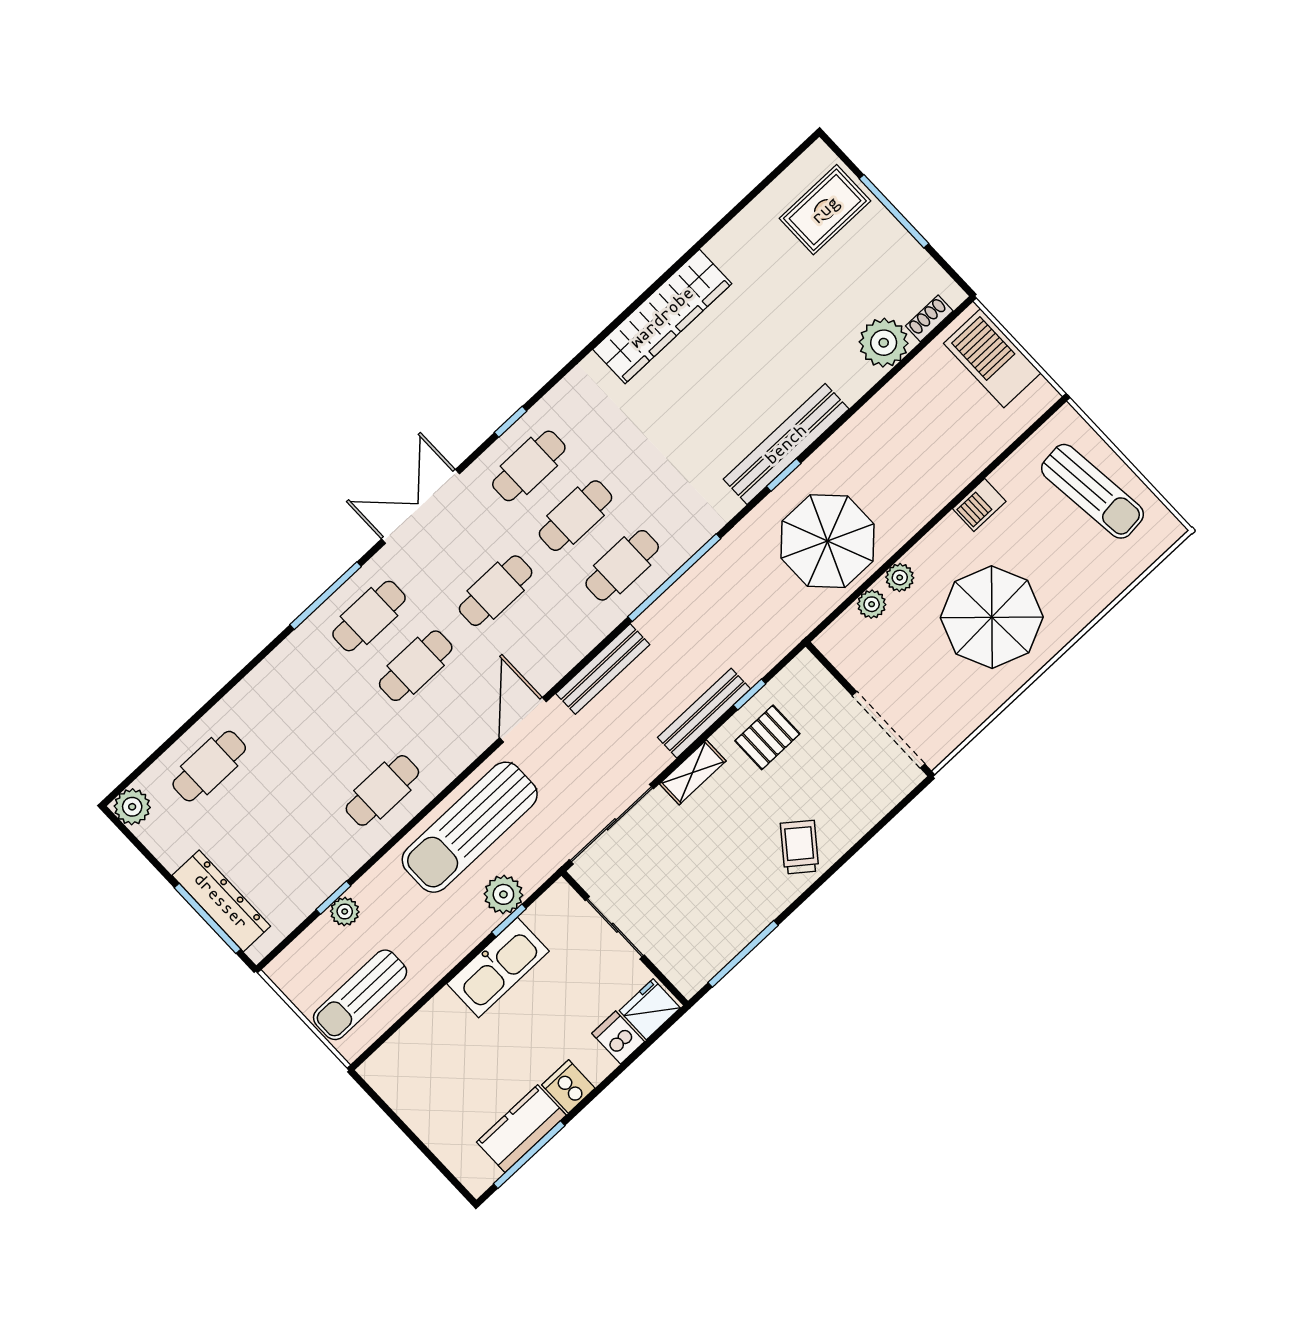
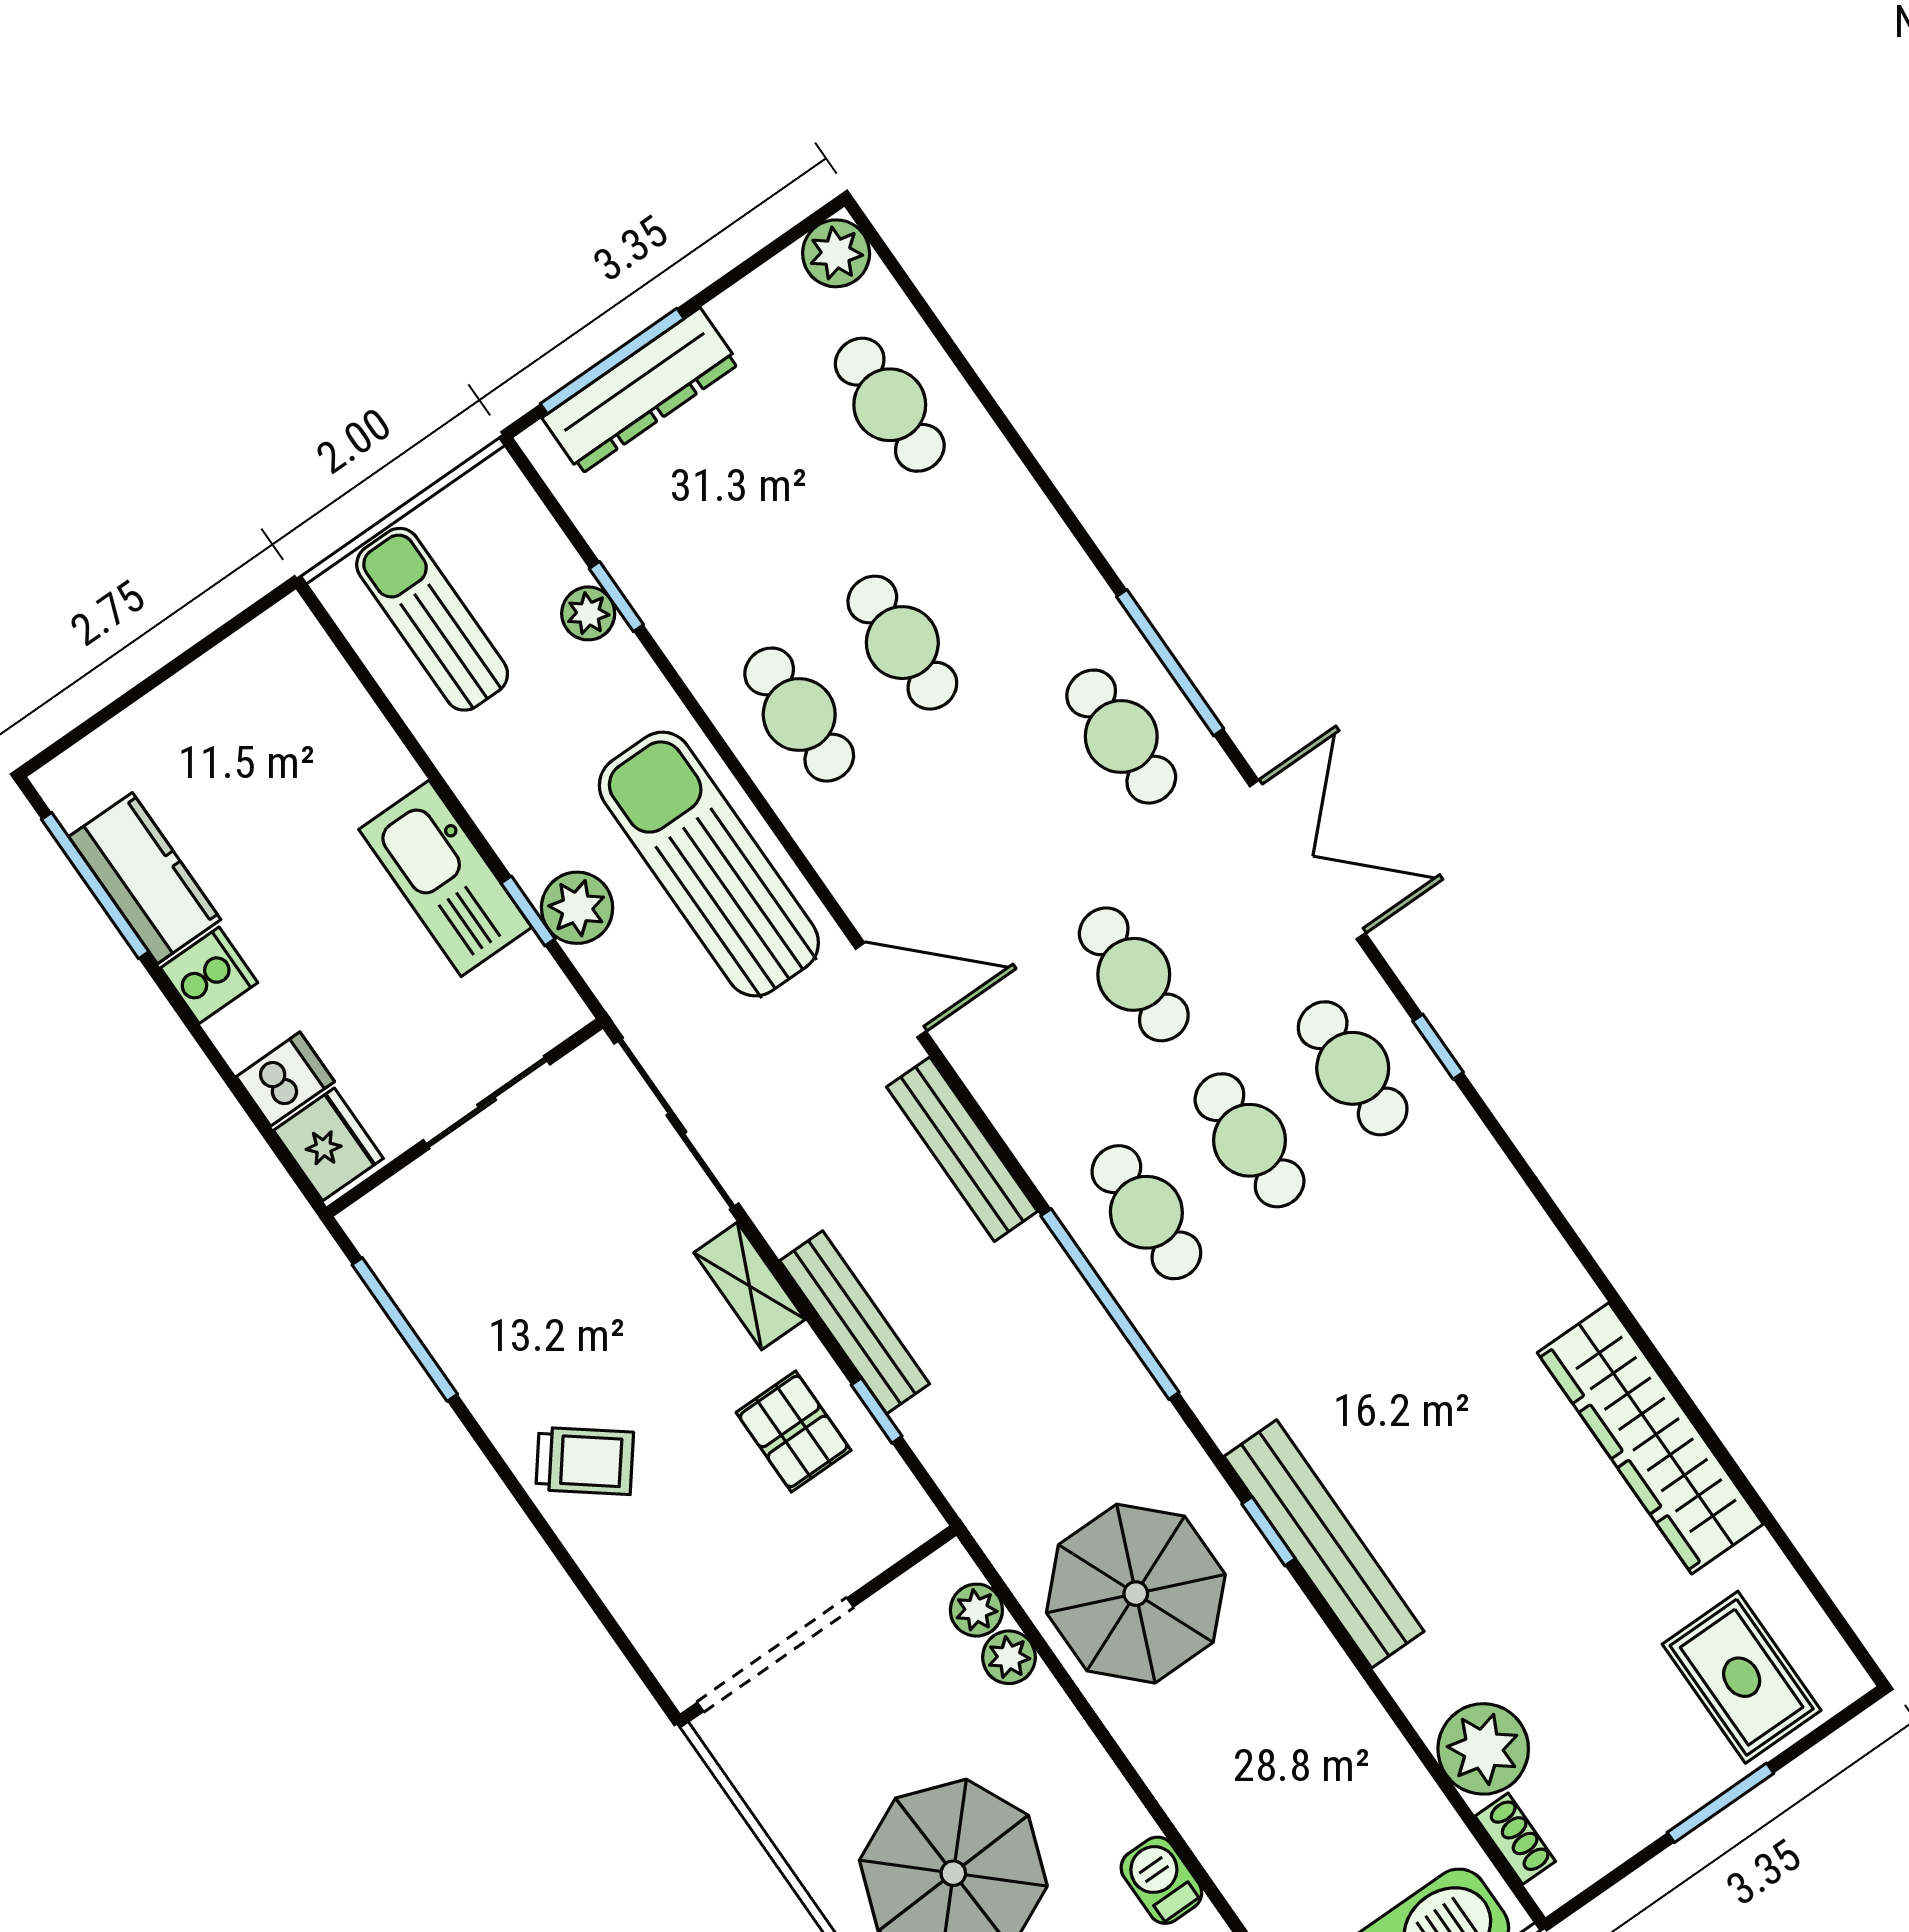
window: (894, 211) -> (1720, 1803), width x0.69
wardrobe: (662, 317) -> (1650, 1438), moved
plant: (900, 578) -> (976, 1610), moved
cafe table: (416, 666) -> (902, 643), moved

